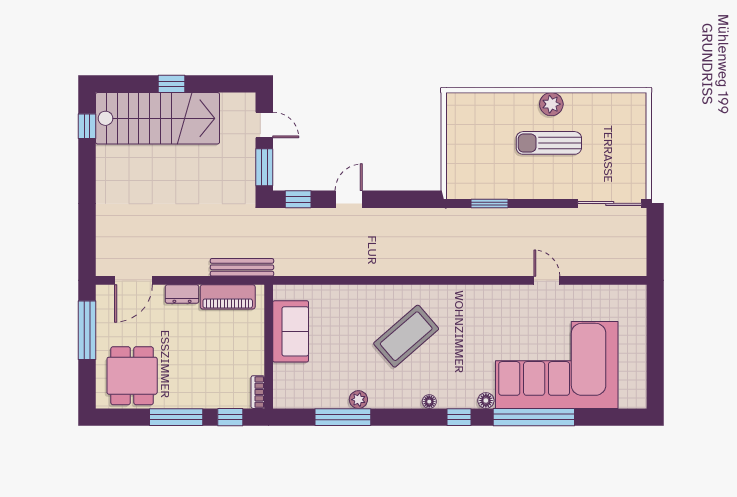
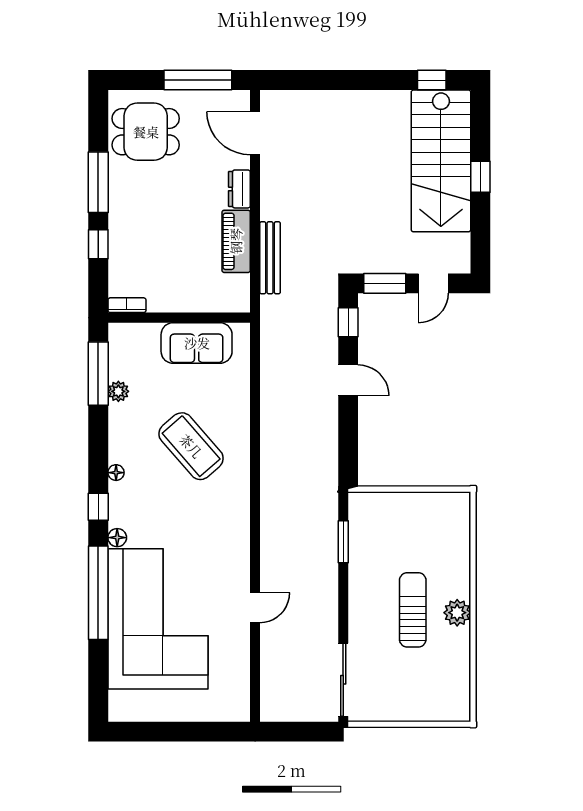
sofa: (291, 331) -> (197, 343), moved
wall: (269, 347) -> (179, 318), moved
bookcase: (258, 392) -> (127, 305), moved

